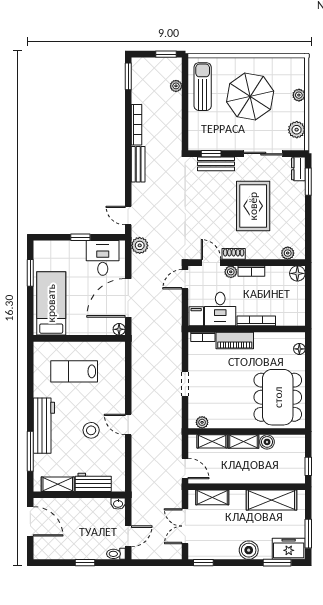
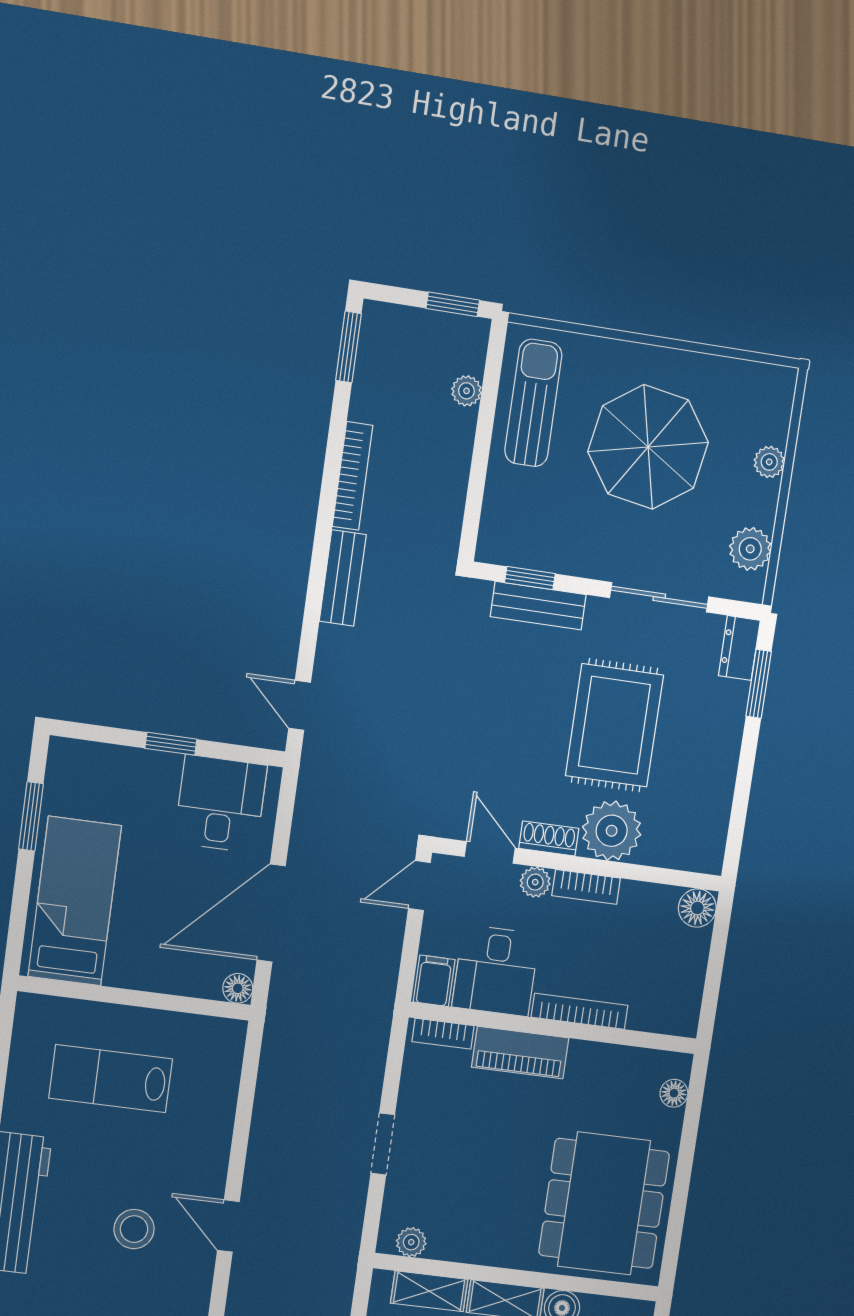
plant: (140, 245) -> (318, 785), removed
plant: (288, 253) -> (612, 831), moved, width x1.87, depth x1.87

